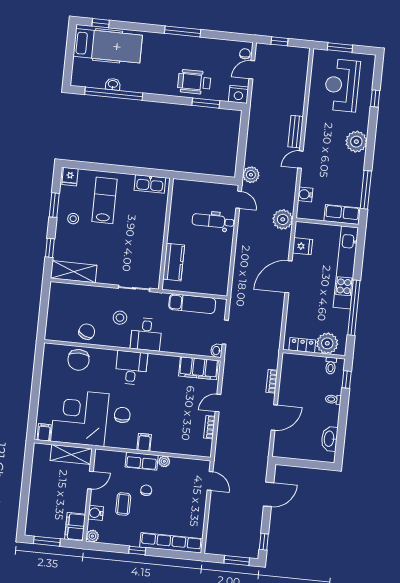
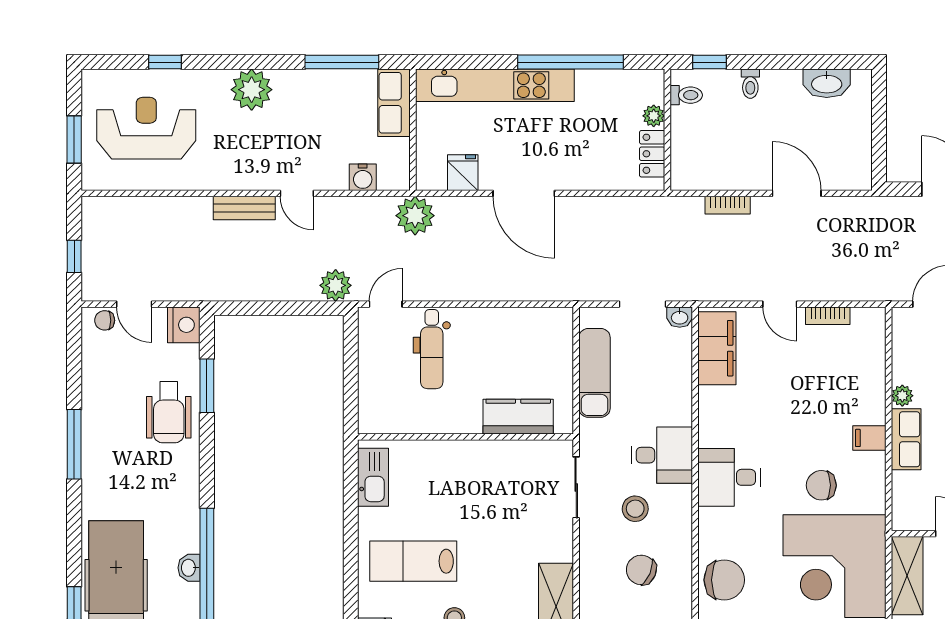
reception desk: (342, 85) -> (146, 128), turned 180
chair: (87, 332) -> (641, 570), moved
plant: (327, 343) -> (654, 116), width x0.53, depth x0.53

